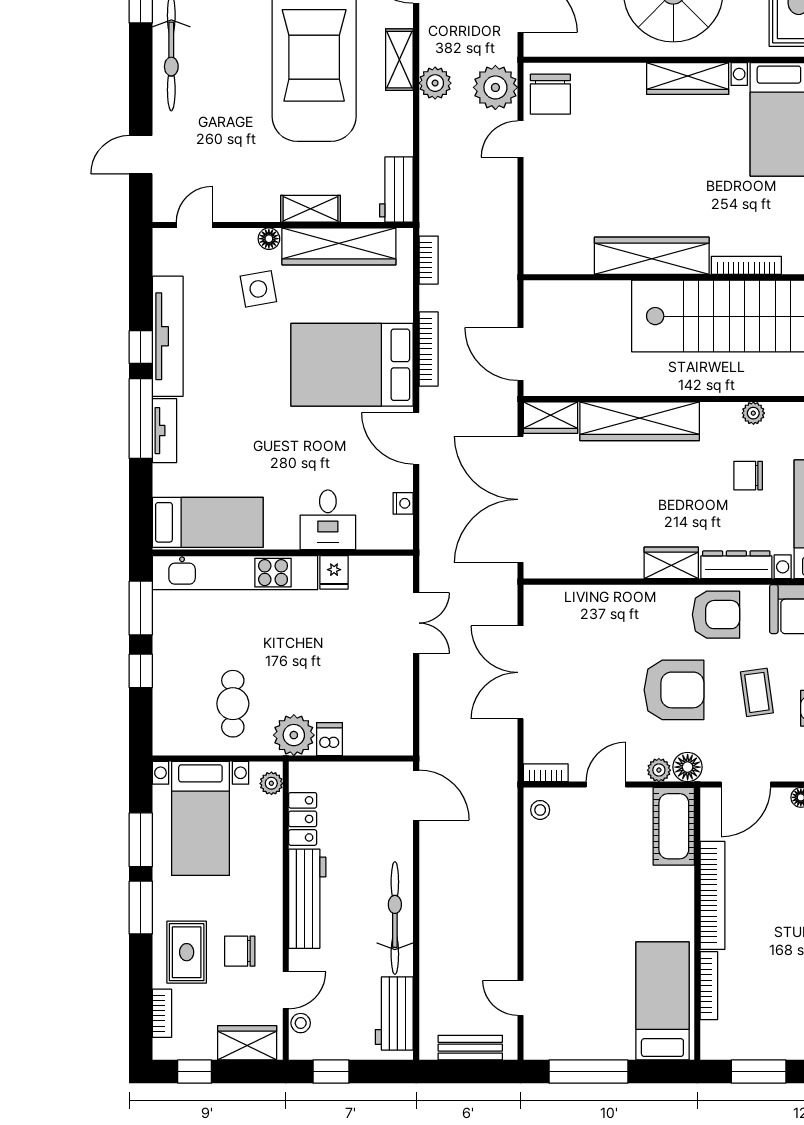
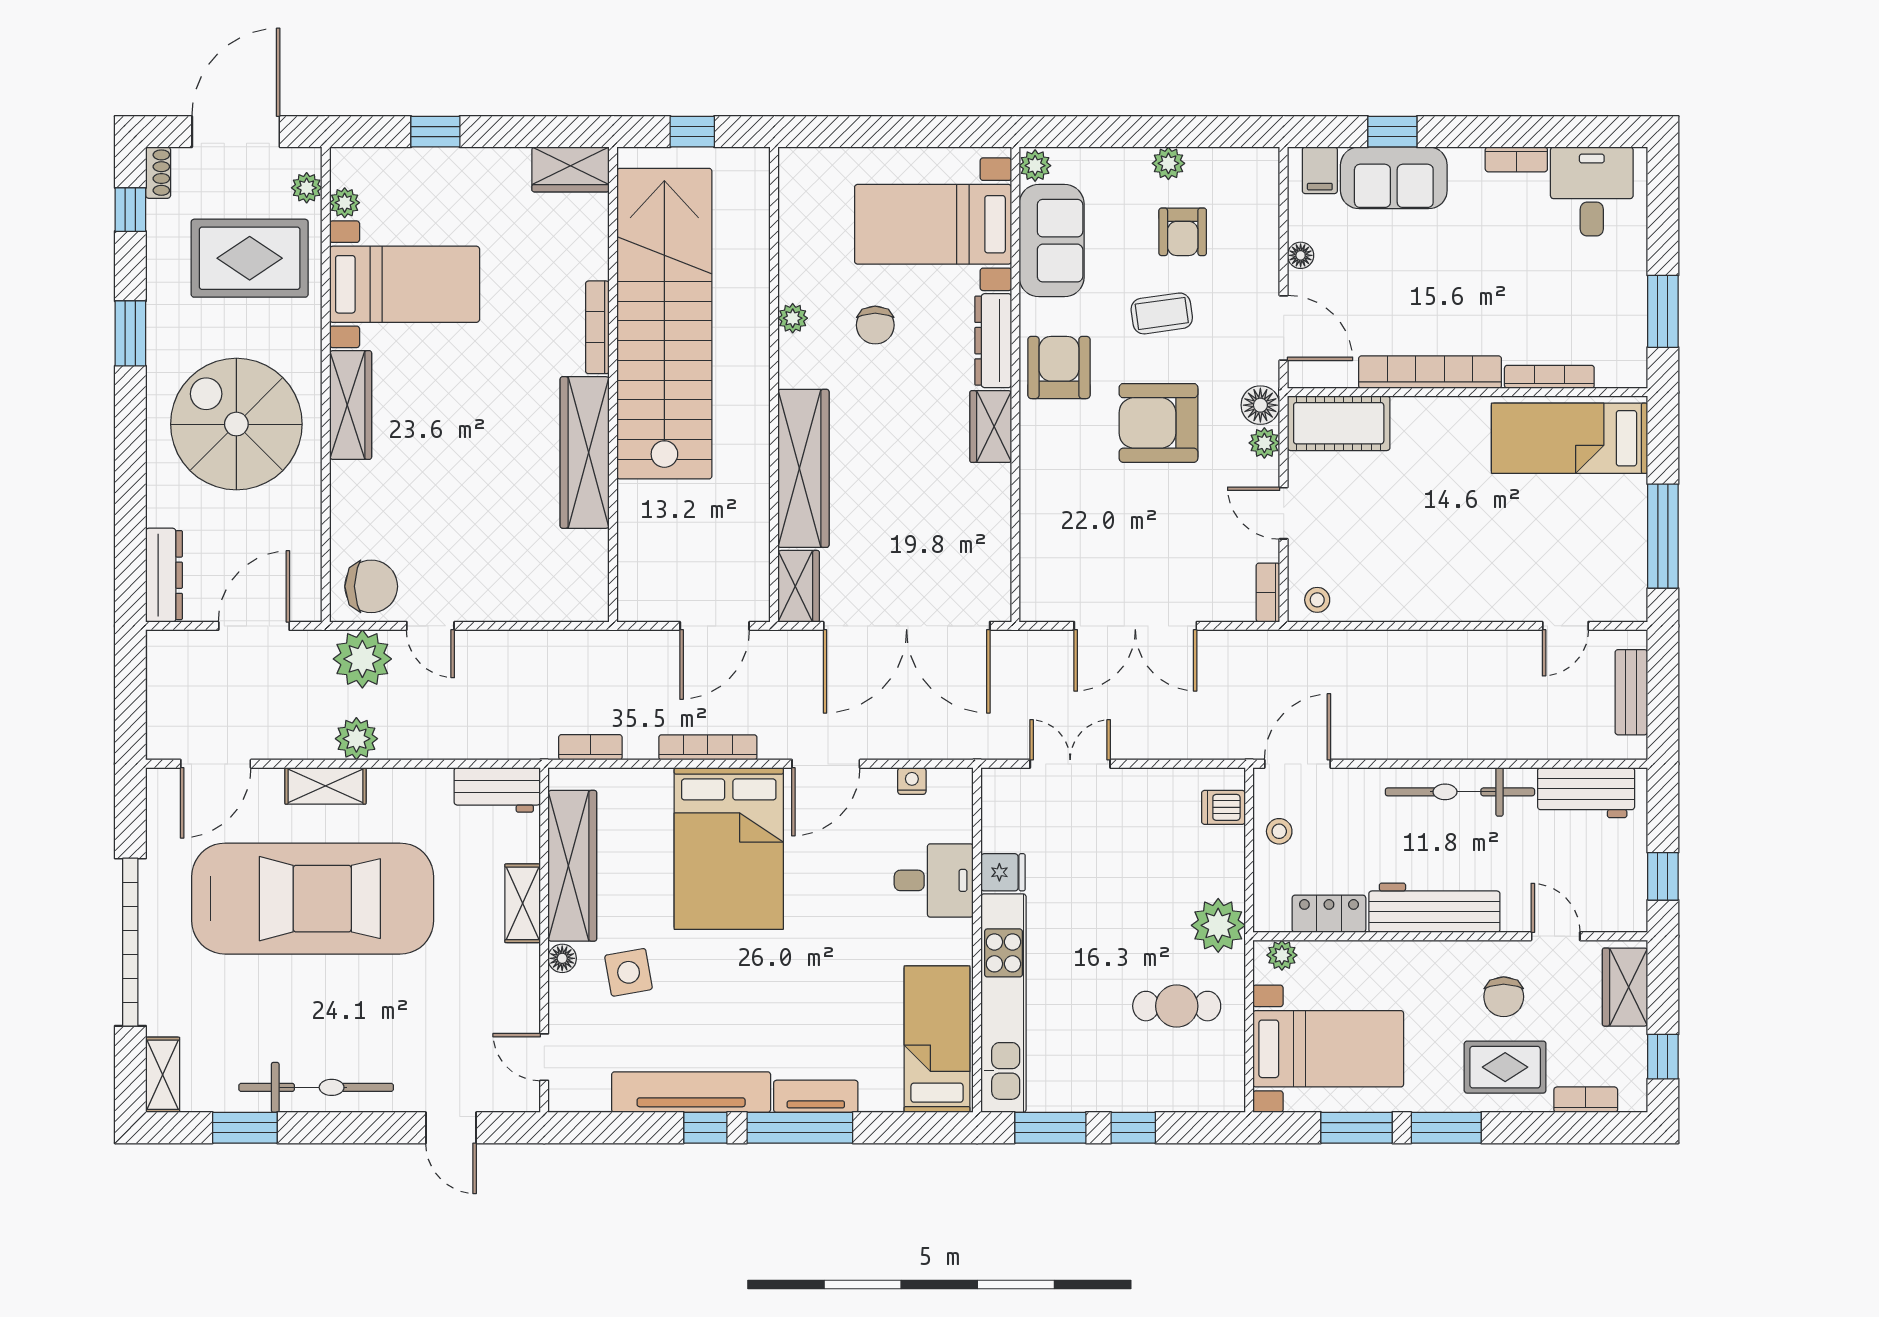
armchair: (674, 690) -> (1158, 423), turned -90
dishwasher: (329, 739) -> (1223, 807), moved
stool: (301, 1023) -> (1279, 831), moved

